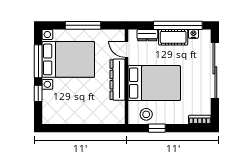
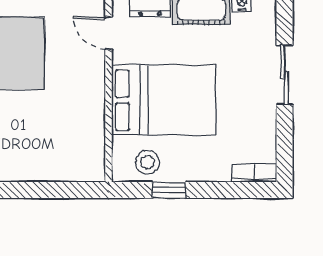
sliding door: (215, 70) -> (285, 75), width x0.54
dresser: (118, 80) -> (91, 93), removed

